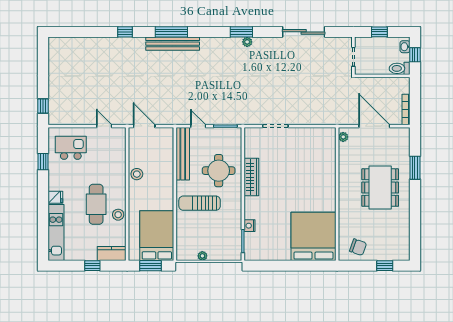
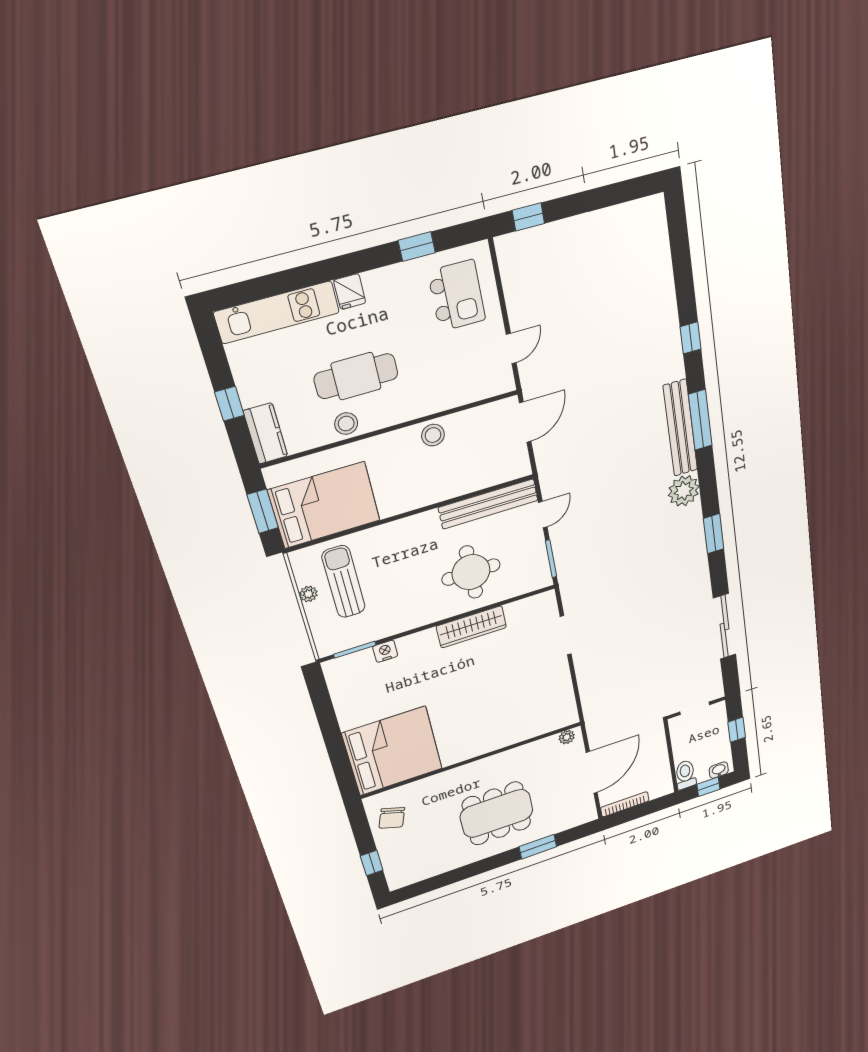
plant: (247, 42) -> (684, 491), moved, width x1.88, depth x1.88
sun lounger: (200, 203) -> (344, 582), moved

